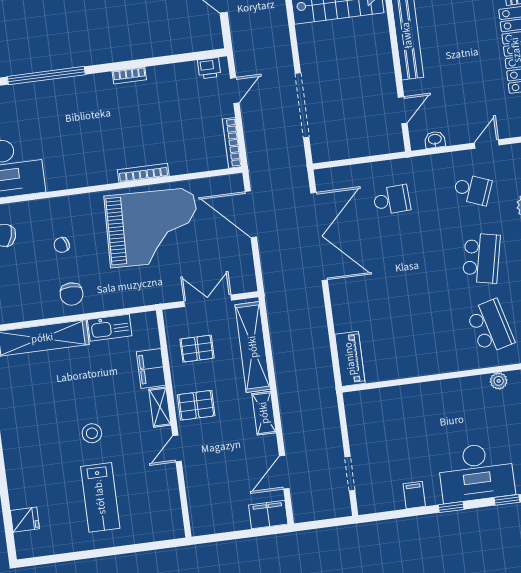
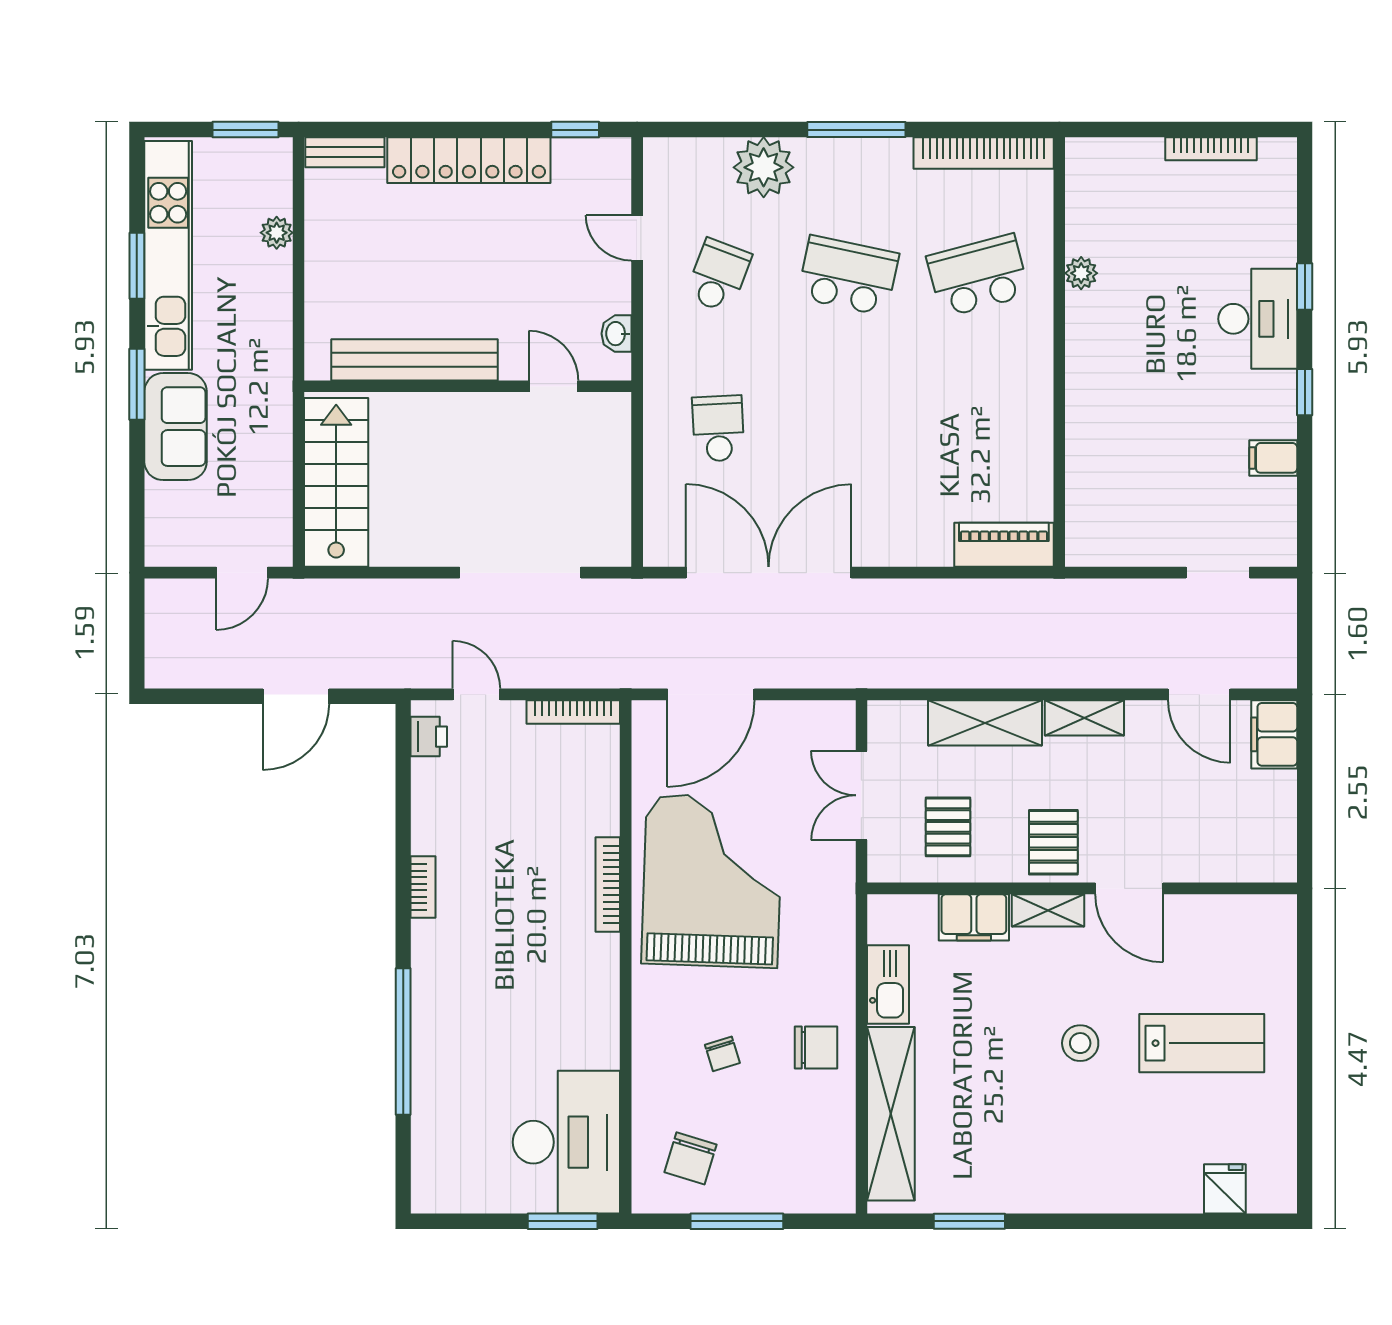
shelving: (253, 347) -> (985, 723), width x0.68
door: (177, 449) -> (1129, 888), width x1.38
desk: (476, 472) -> (1258, 319), width x0.73, depth x0.77

